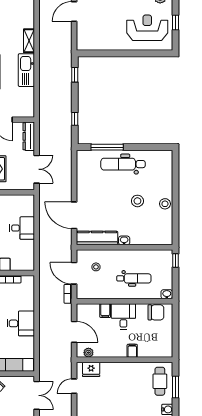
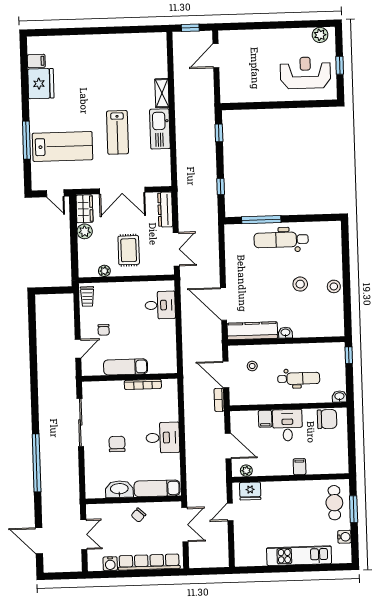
desk: (22, 228) -> (160, 305), moved

